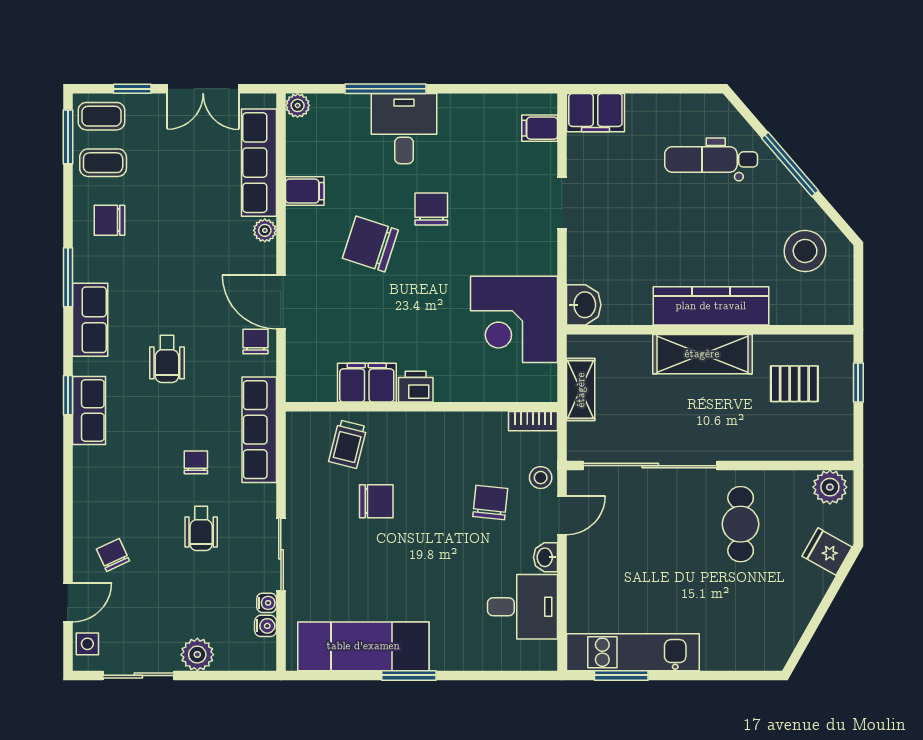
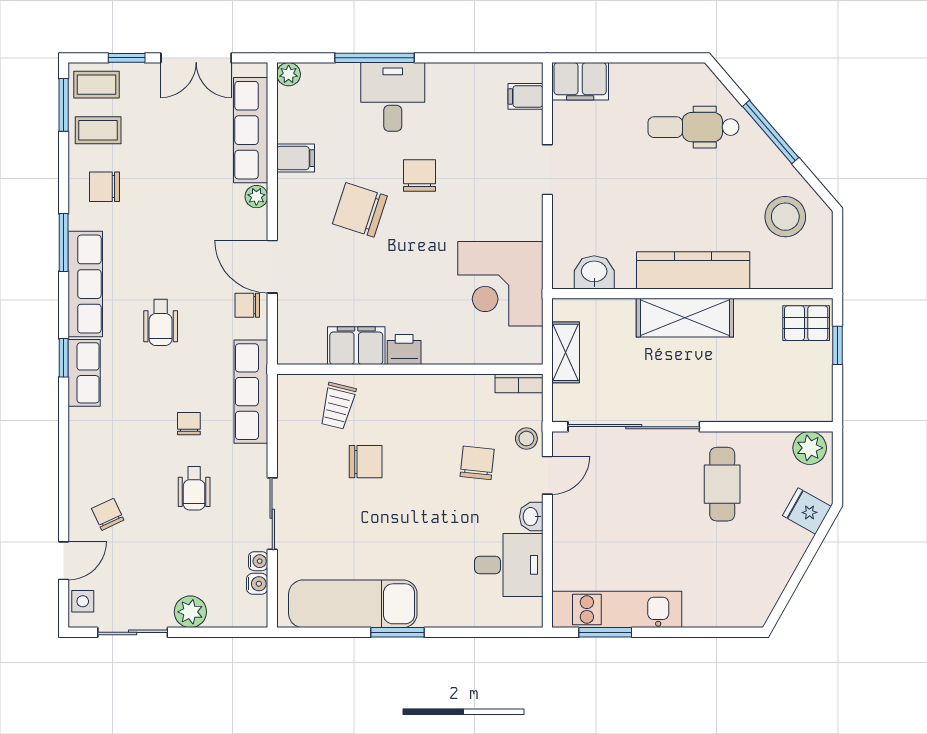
washbasin: (584, 305) -> (594, 272), moved, turned -90
row of seats: (90, 320) -> (85, 284), width x1.48
chair: (256, 341) -> (247, 305), turned -90
pallet: (794, 384) -> (806, 323), moved

